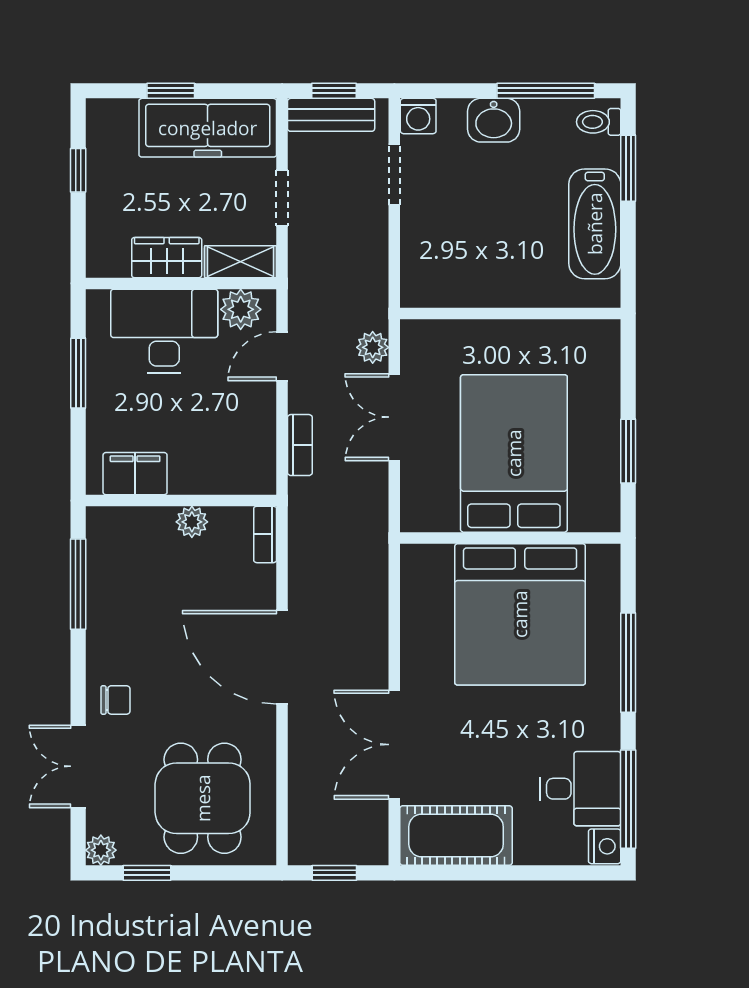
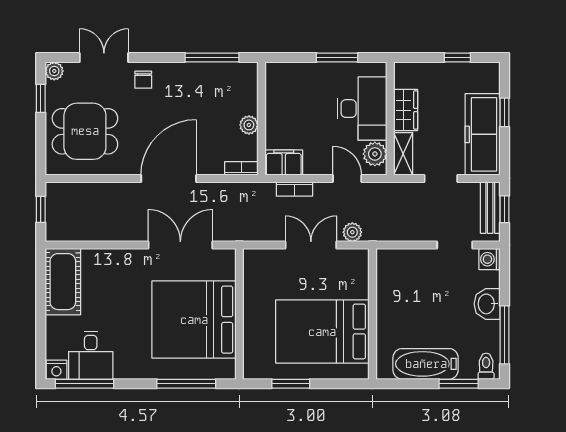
bed: (514, 453) -> (322, 332), moved, turned 180
filing cabinet: (135, 474) -> (284, 163), moved, turned -90
window: (628, 663) -> (186, 384), moved
double door: (394, 745) -> (180, 245), moved

